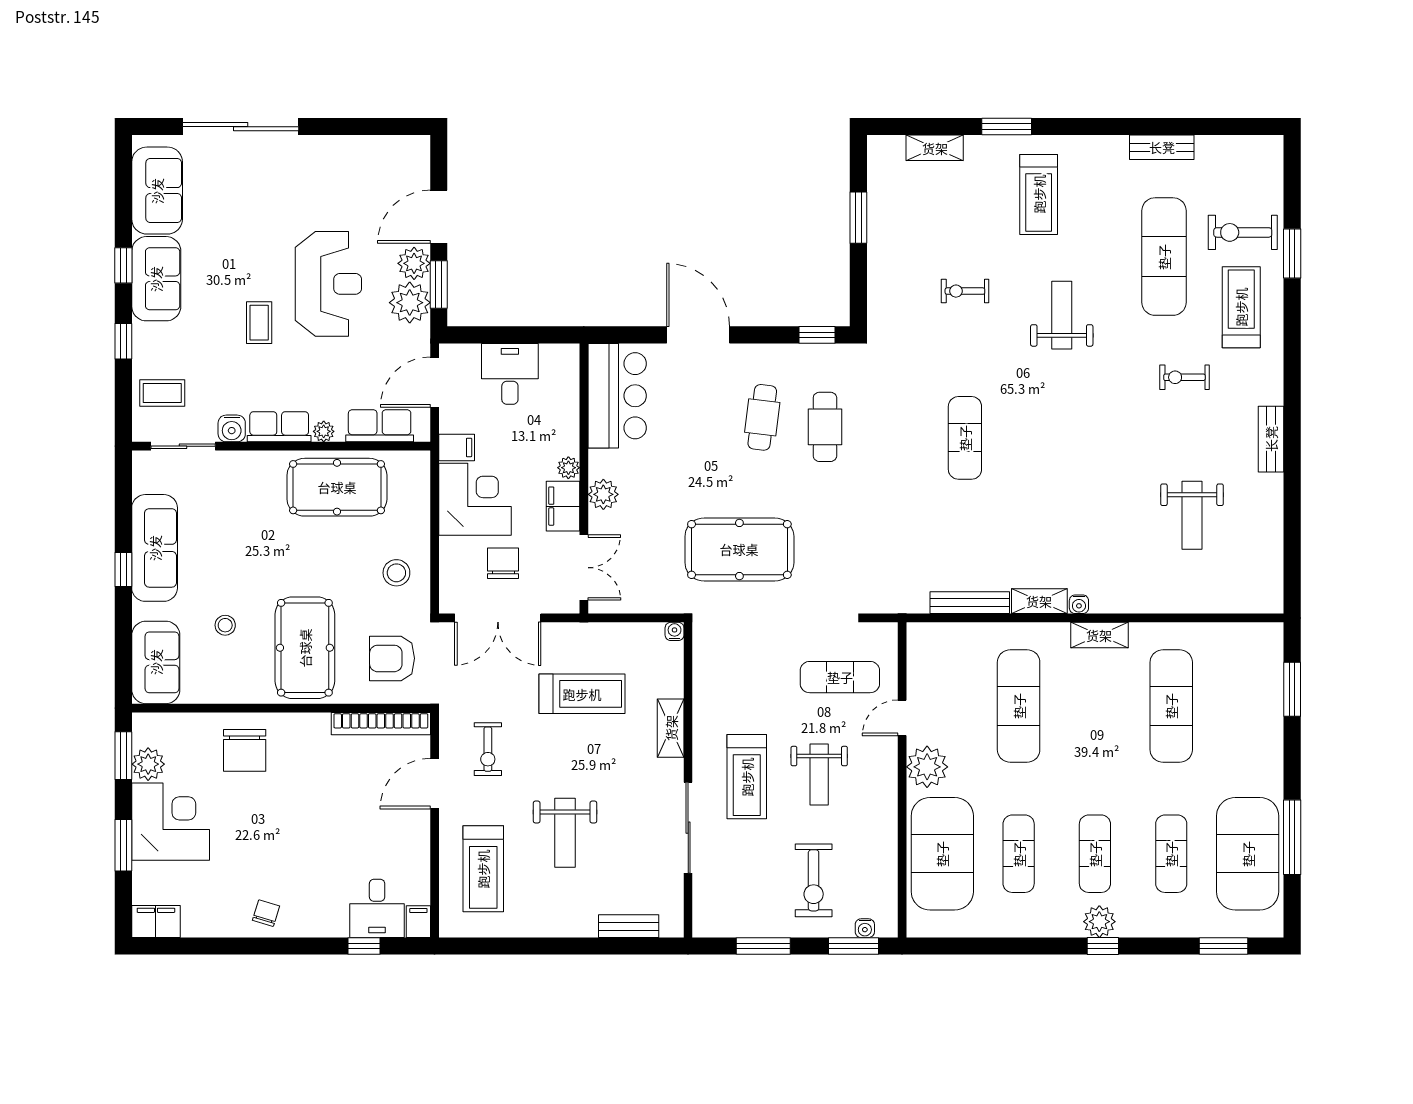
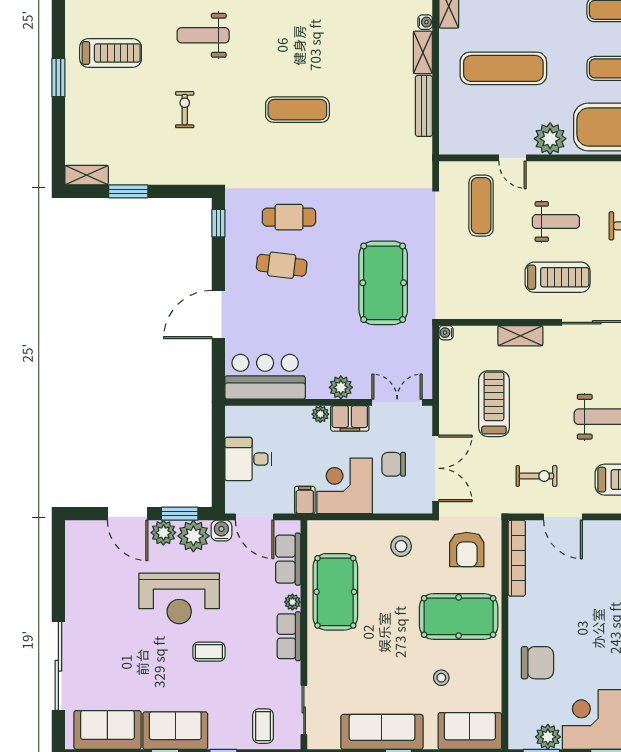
shelving: (935, 148) -> (87, 175), moved, turned 90
reception desk: (328, 284) -> (179, 598), turned 180
exercise bike: (965, 291) -> (185, 110), turned 180
water cooler: (232, 428) -> (221, 531), moved, turned -90

